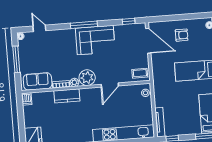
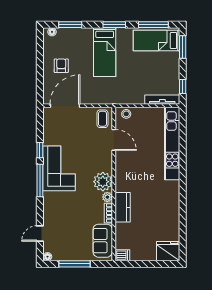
window: (129, 21) -> (40, 150), moved
door: (110, 85) -> (114, 140), moved

